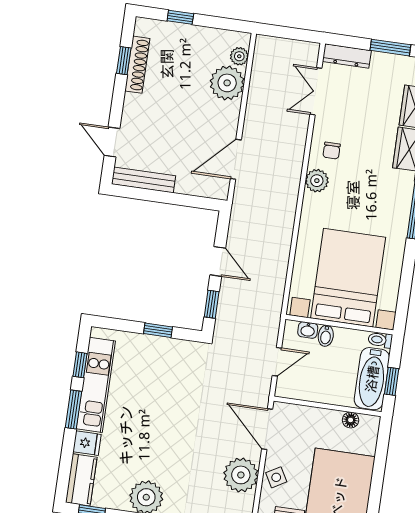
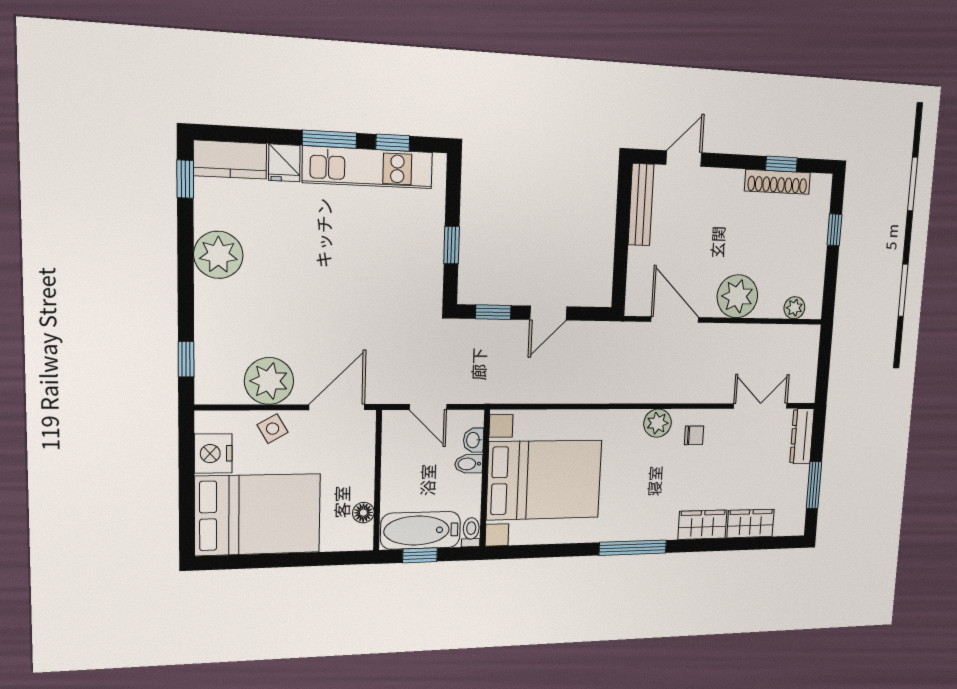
plant: (227, 83) -> (737, 296), moved
chair: (332, 151) -> (694, 435), turned 180

